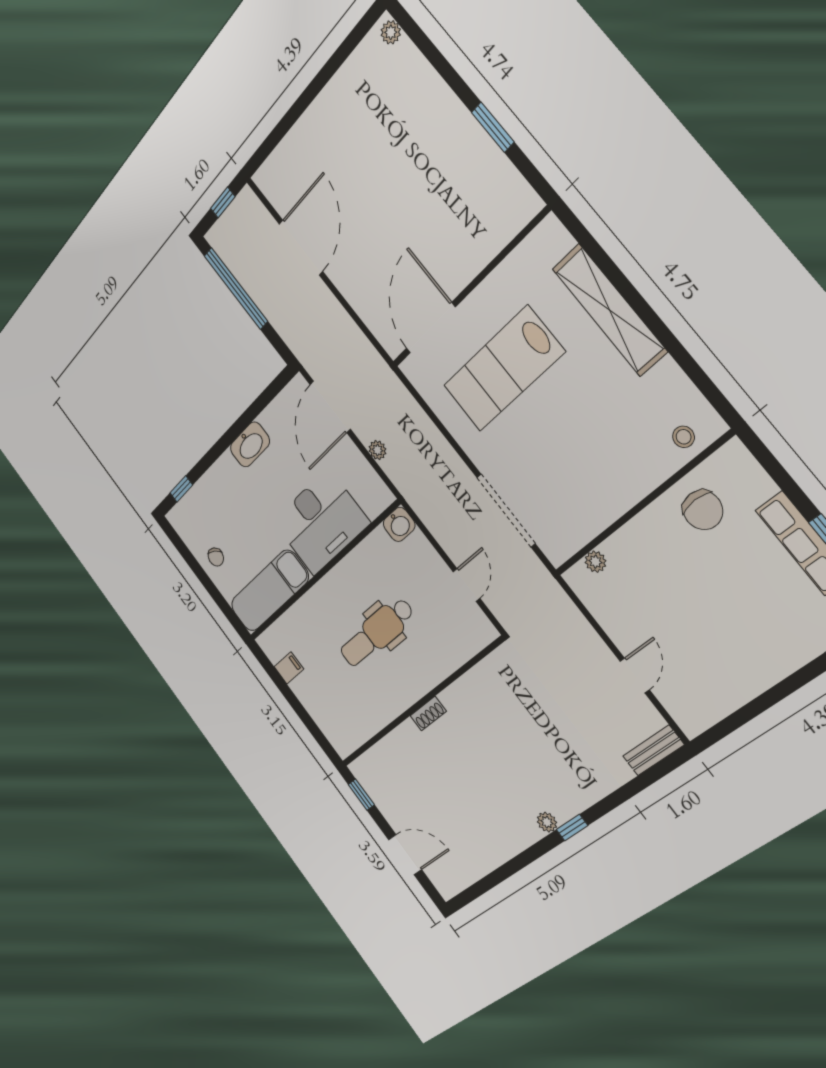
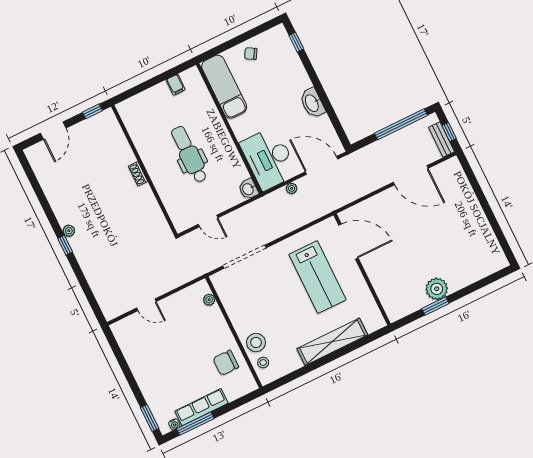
plant: (391, 32) -> (437, 289), moved, width x1.87, depth x1.87
lab bench: (503, 369) -> (317, 277), turned 180
stool: (649, 459) -> (256, 342), added
desk: (321, 522) -> (269, 159), moved
bench: (653, 750) -> (441, 139), moved

